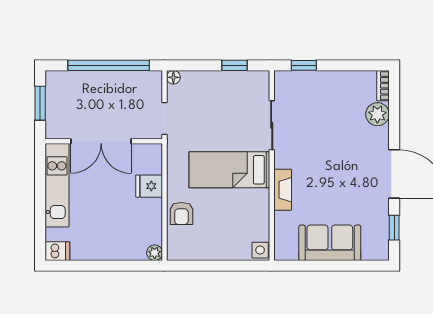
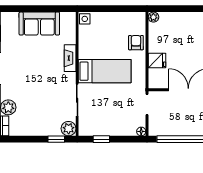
plant: (285, 82) -> (69, 129), added

